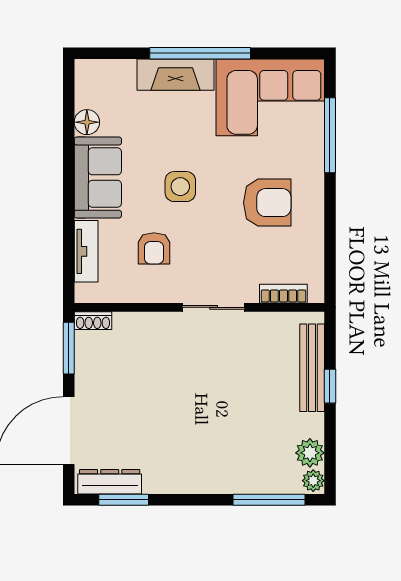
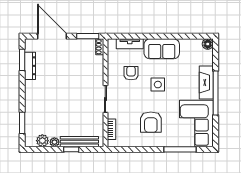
floor lamp: (87, 122) -> (208, 44), moved
armchair: (154, 248) -> (131, 73), turned 90
plant: (313, 481) -> (54, 142), moved
dresser: (110, 482) -> (30, 66), moved
window: (269, 500) -> (22, 123), width x0.69

